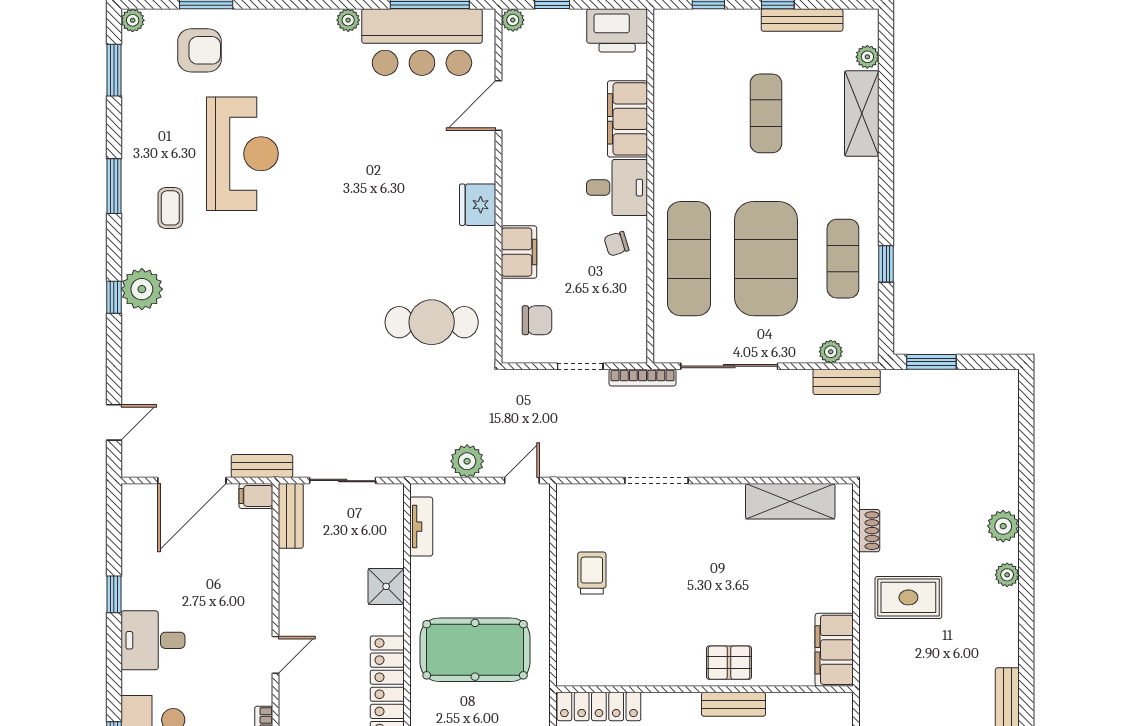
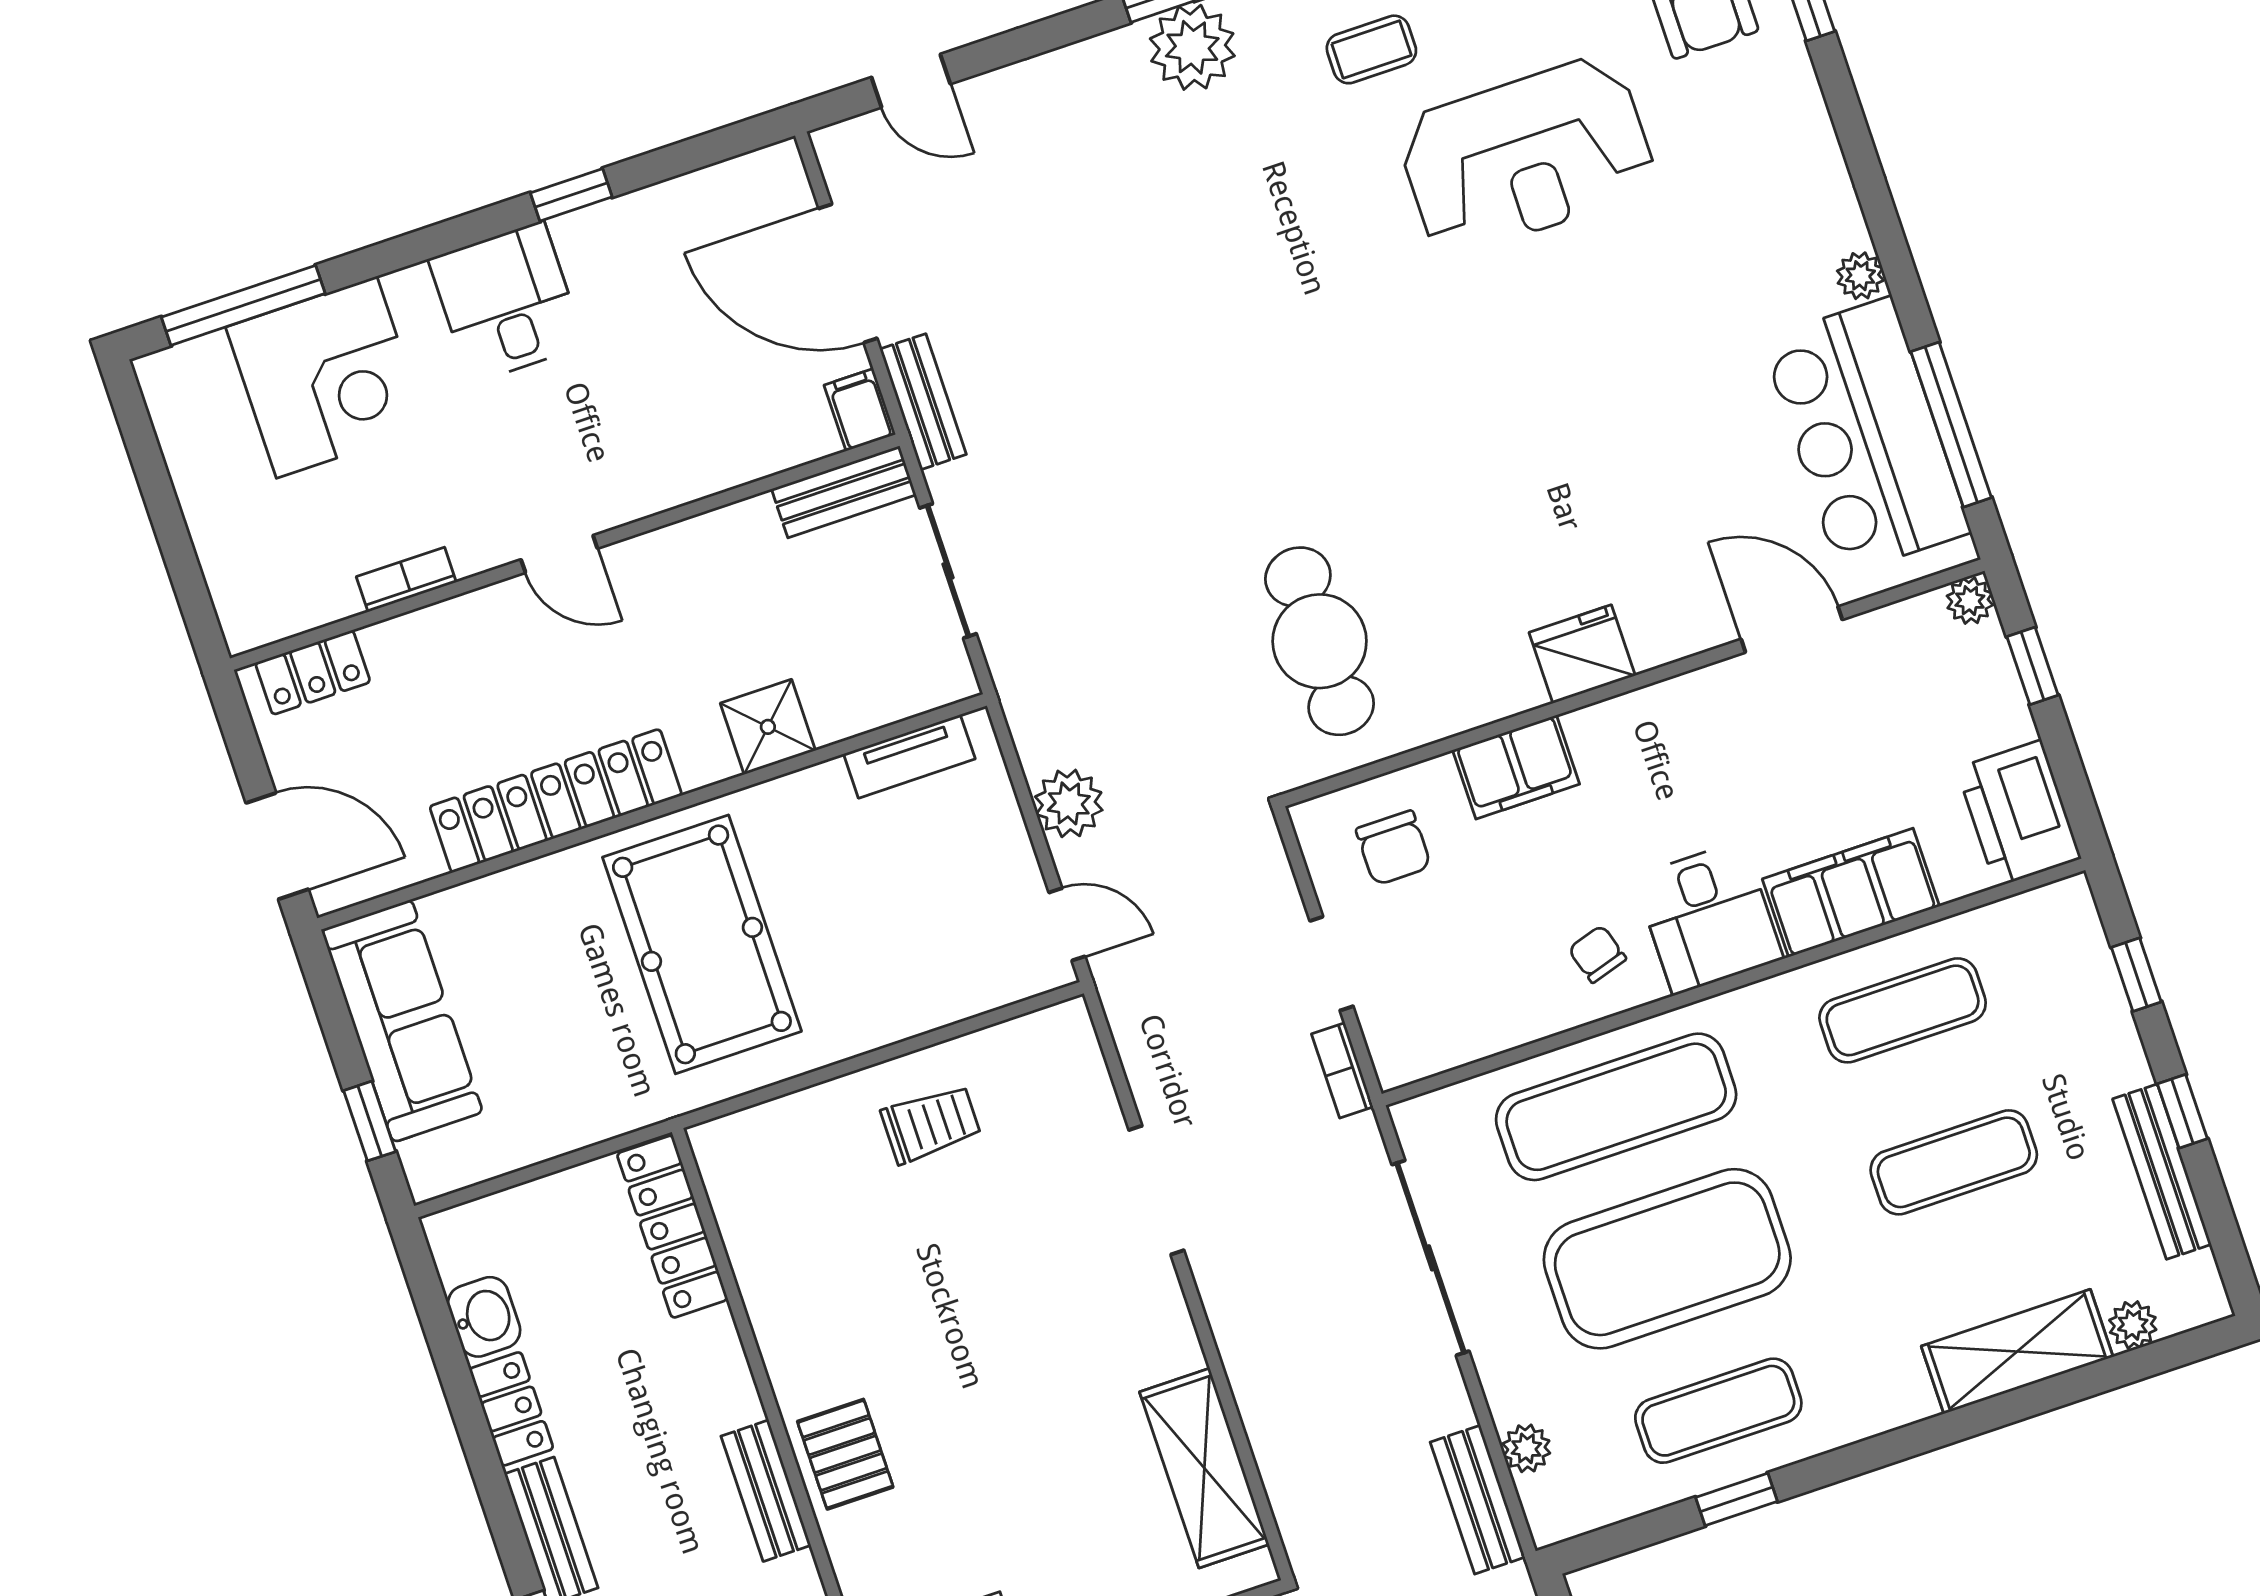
exercise mat: (689, 113) -> (1903, 1010), added
bookcase: (643, 378) -> (1342, 1070), width x0.64

